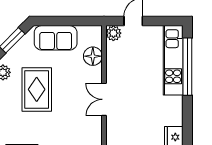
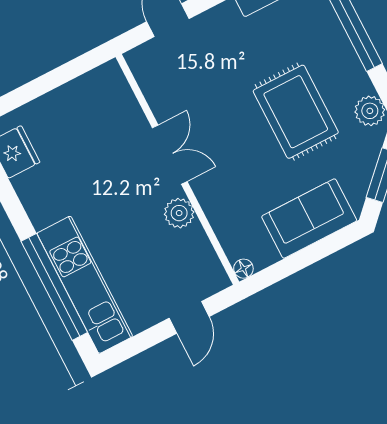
plant: (113, 33) -> (179, 213), moved
floor lamp: (93, 56) -> (243, 269), moved, width x0.53, depth x0.53

